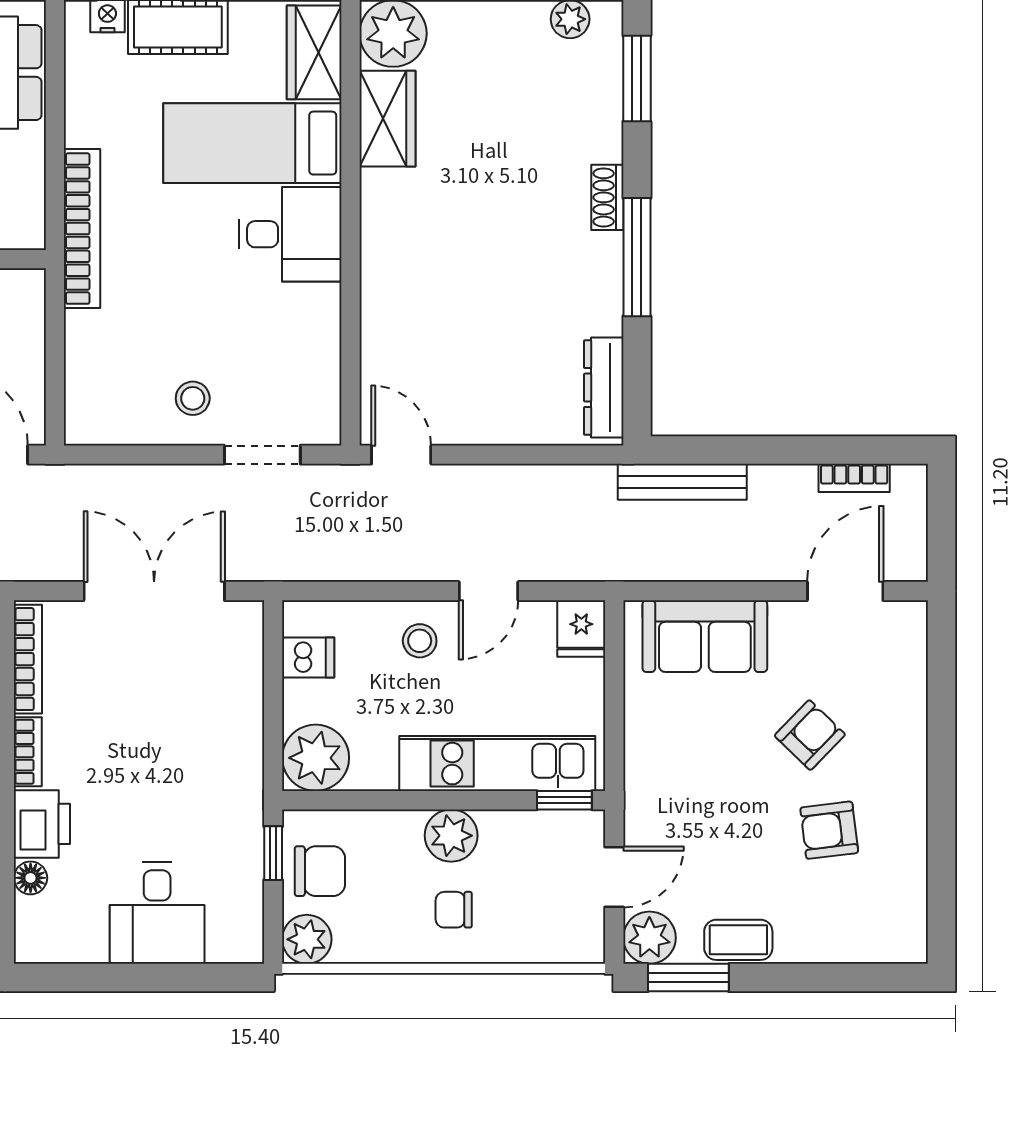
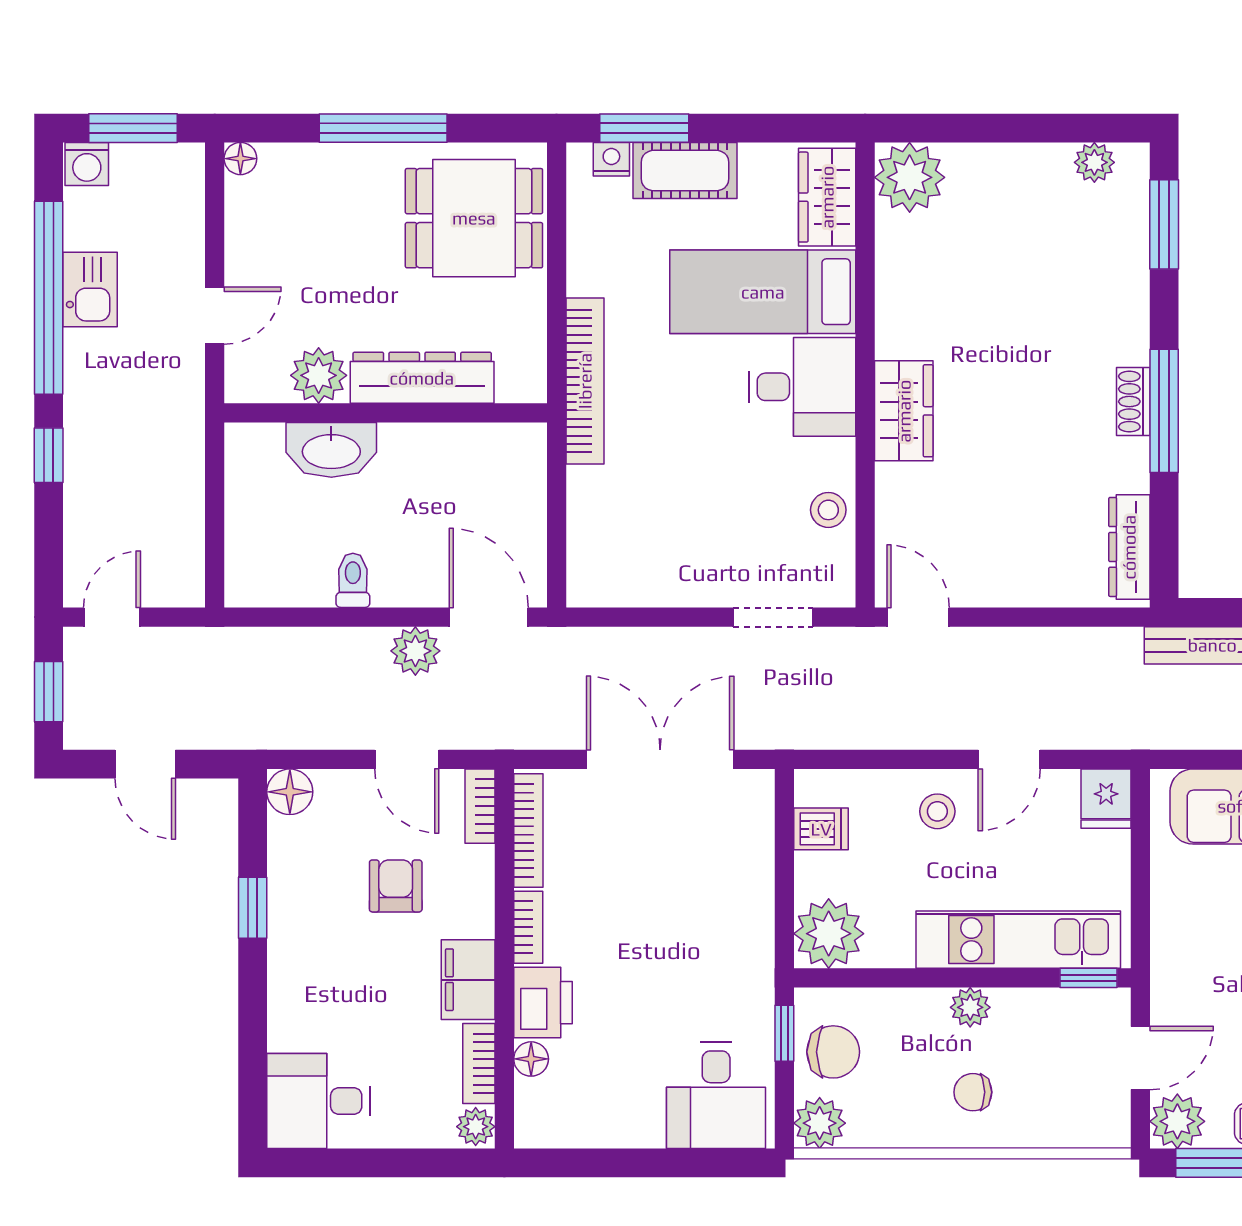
wardrobe: (387, 119) -> (904, 411), moved
shoe rack: (607, 197) -> (1133, 402), moved
stool: (193, 398) -> (828, 510), moved
plant: (451, 836) -> (970, 1007), width x0.73, depth x0.73
desk: (157, 913) -> (716, 1096), moved

